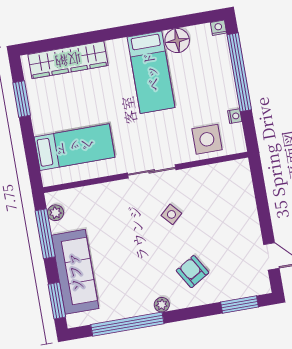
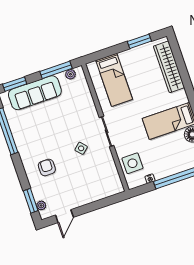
armchair: (193, 272) -> (47, 167), turned -59
plant: (162, 305) -> (41, 205), moved

